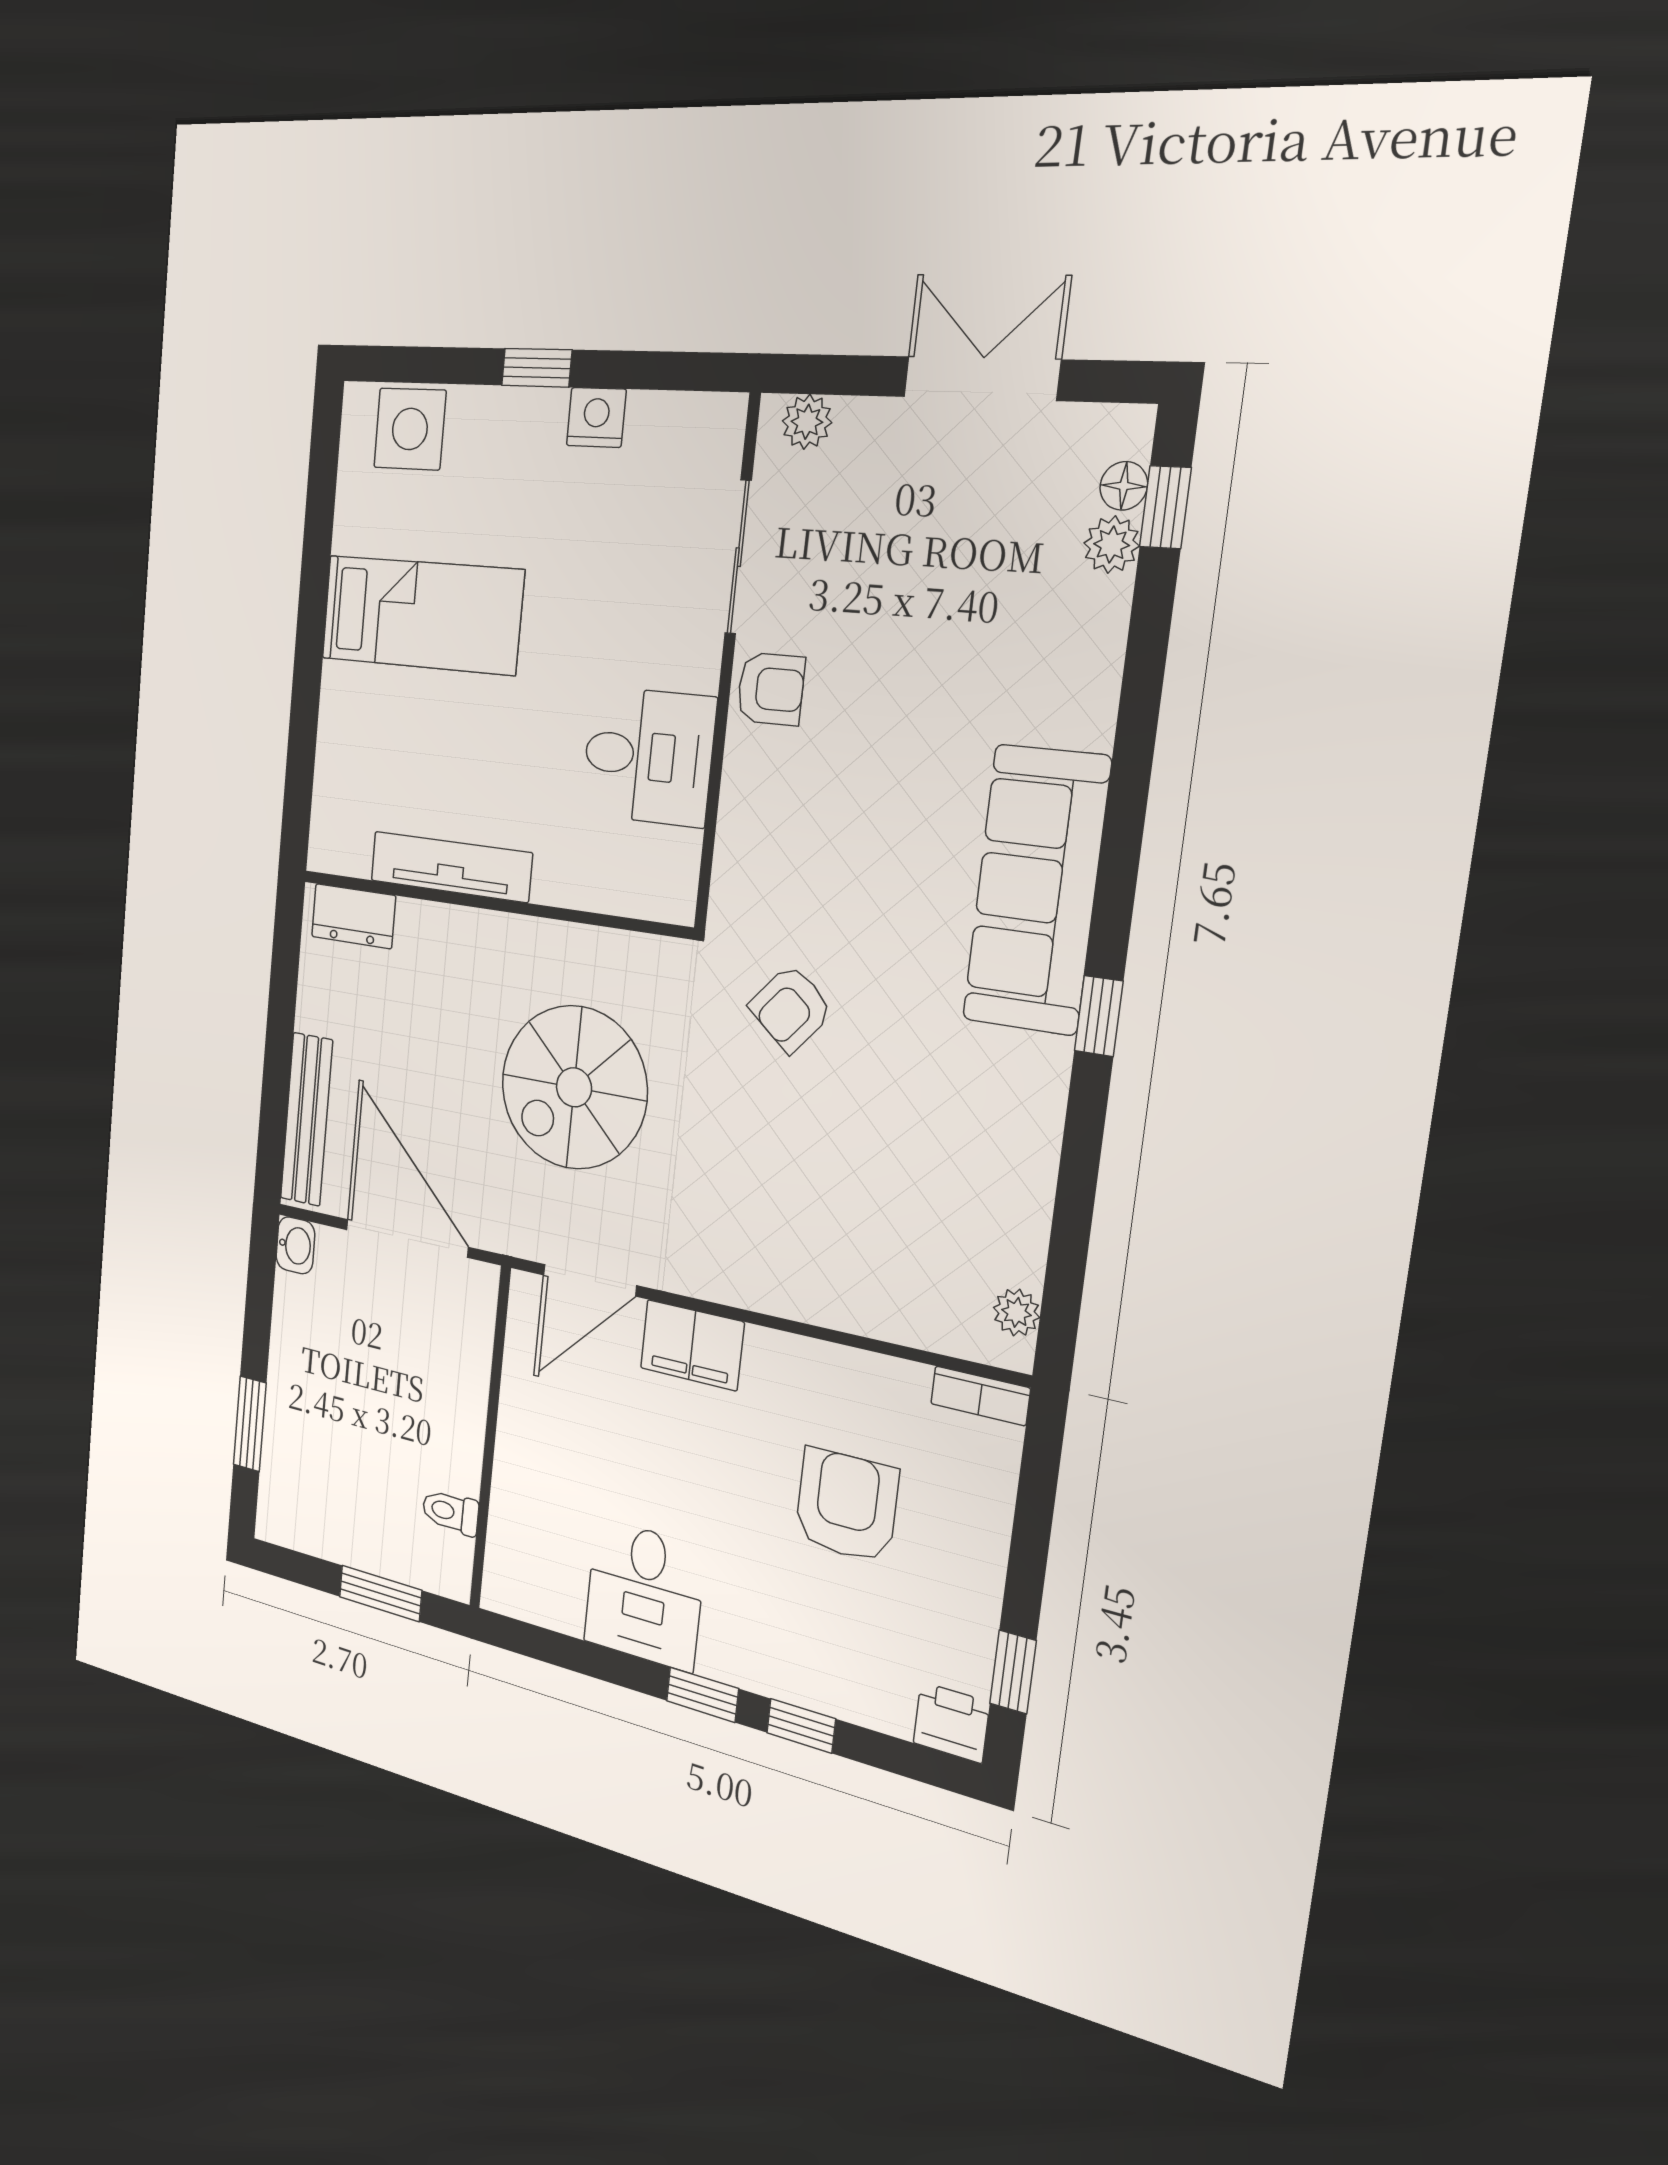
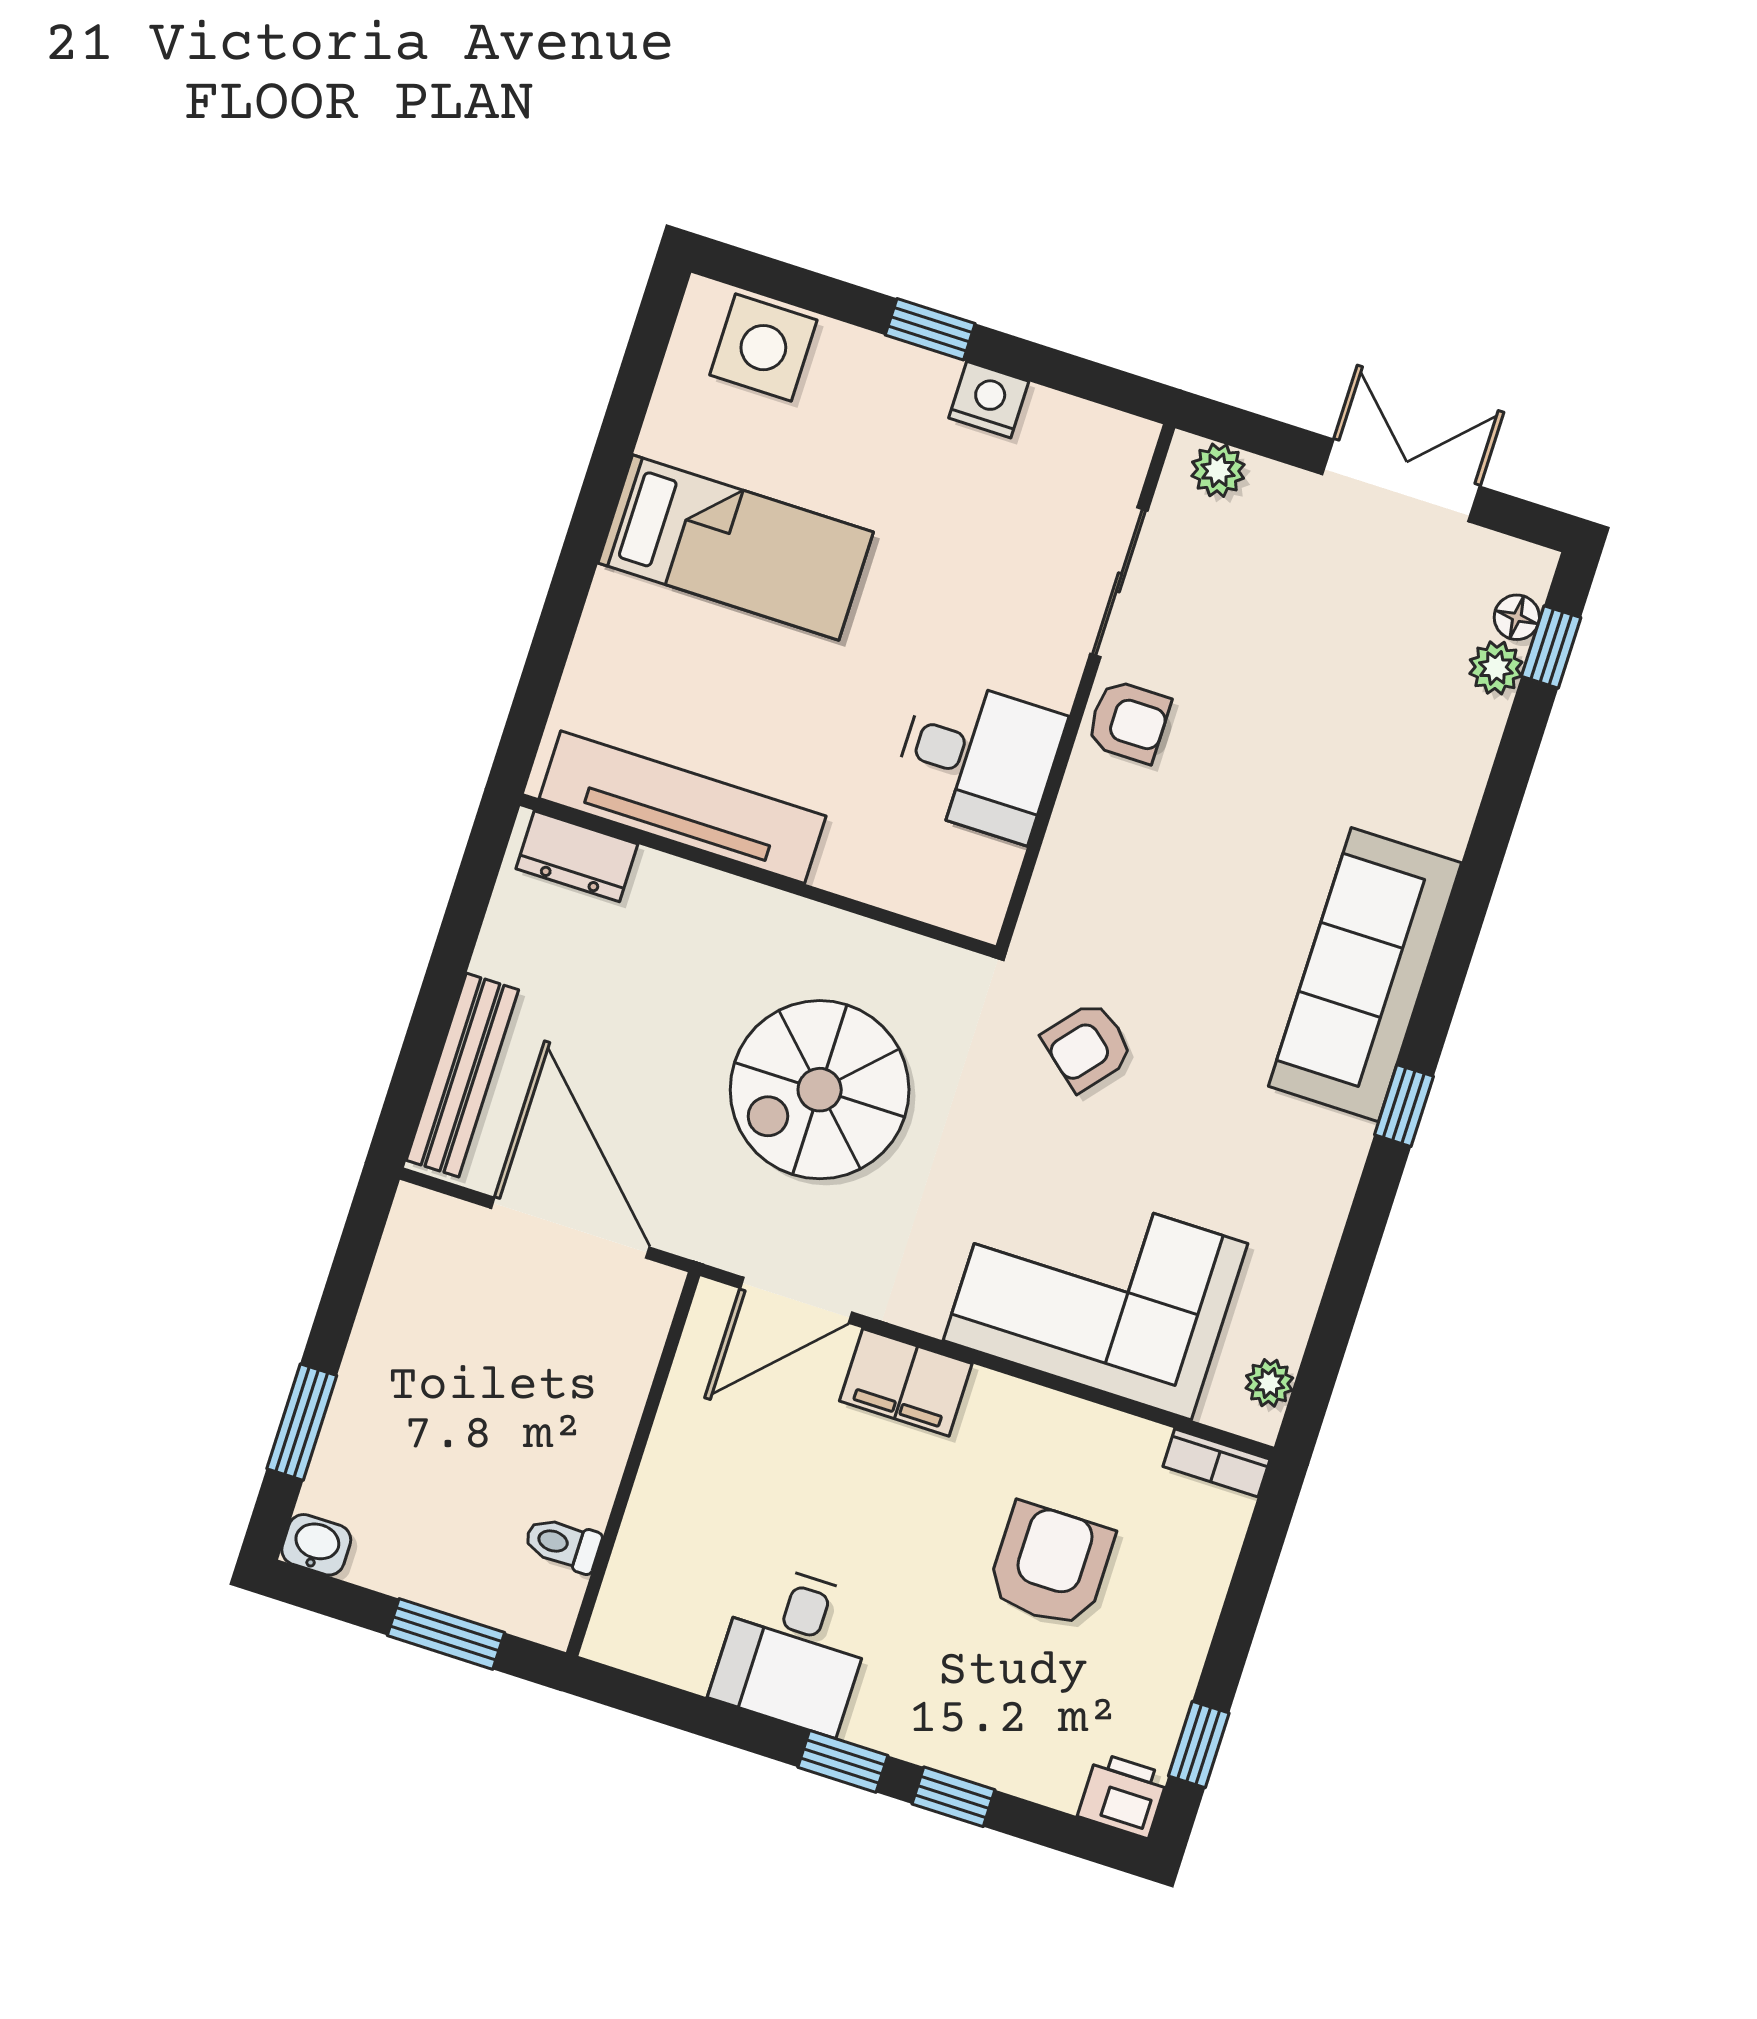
tv unit: (451, 867) -> (683, 807), width x1.36, depth x1.29
corner sofa: (840, 1242) -> (1096, 1292), added
washbasin: (295, 1245) -> (316, 1545), moved, turned -90

